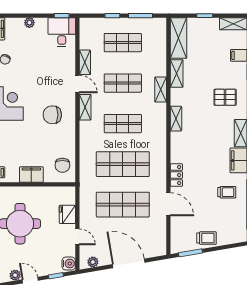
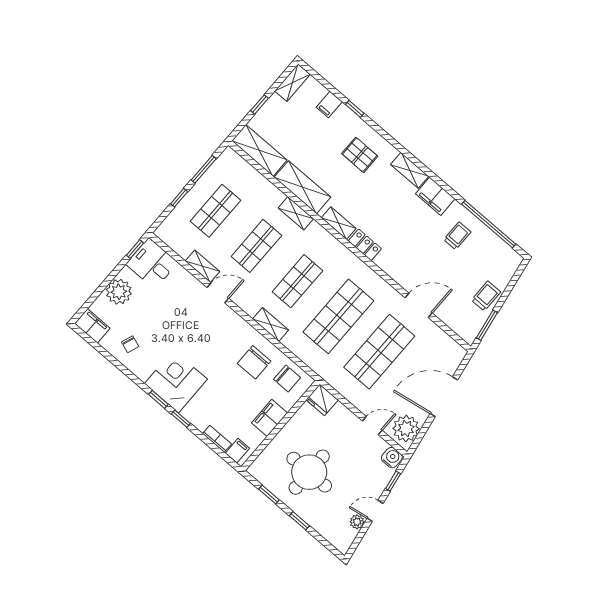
plant: (29, 23) -> (119, 292), width x1.87, depth x1.87
shelving: (177, 73) -> (302, 187), width x1.50, depth x1.33
pallet: (225, 97) -> (360, 155), turned 90
shelving: (85, 107) -> (271, 324), moved
chair: (52, 115) -> (254, 362), moved
locker: (176, 175) -> (365, 245), moved
fridge: (67, 214) -> (322, 400), moved
plant: (93, 262) -> (406, 429), width x1.87, depth x1.87

